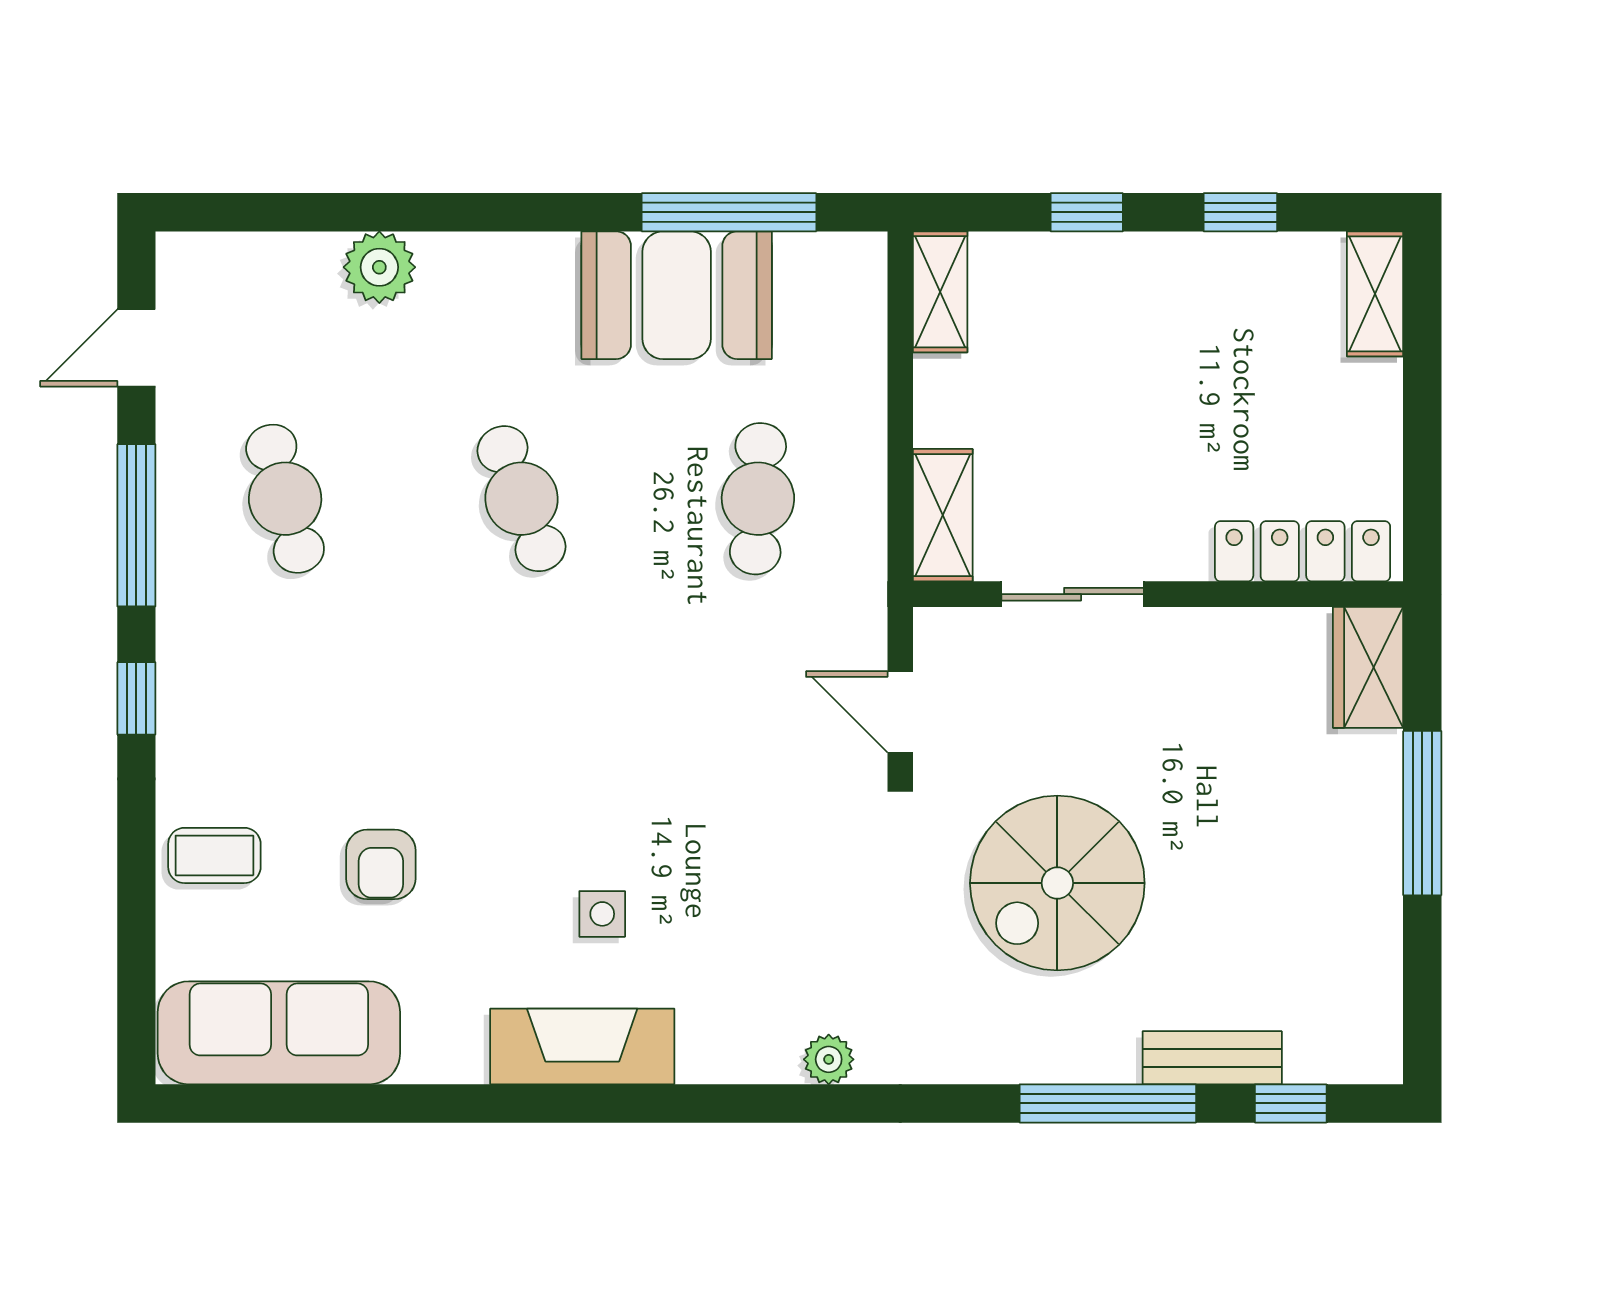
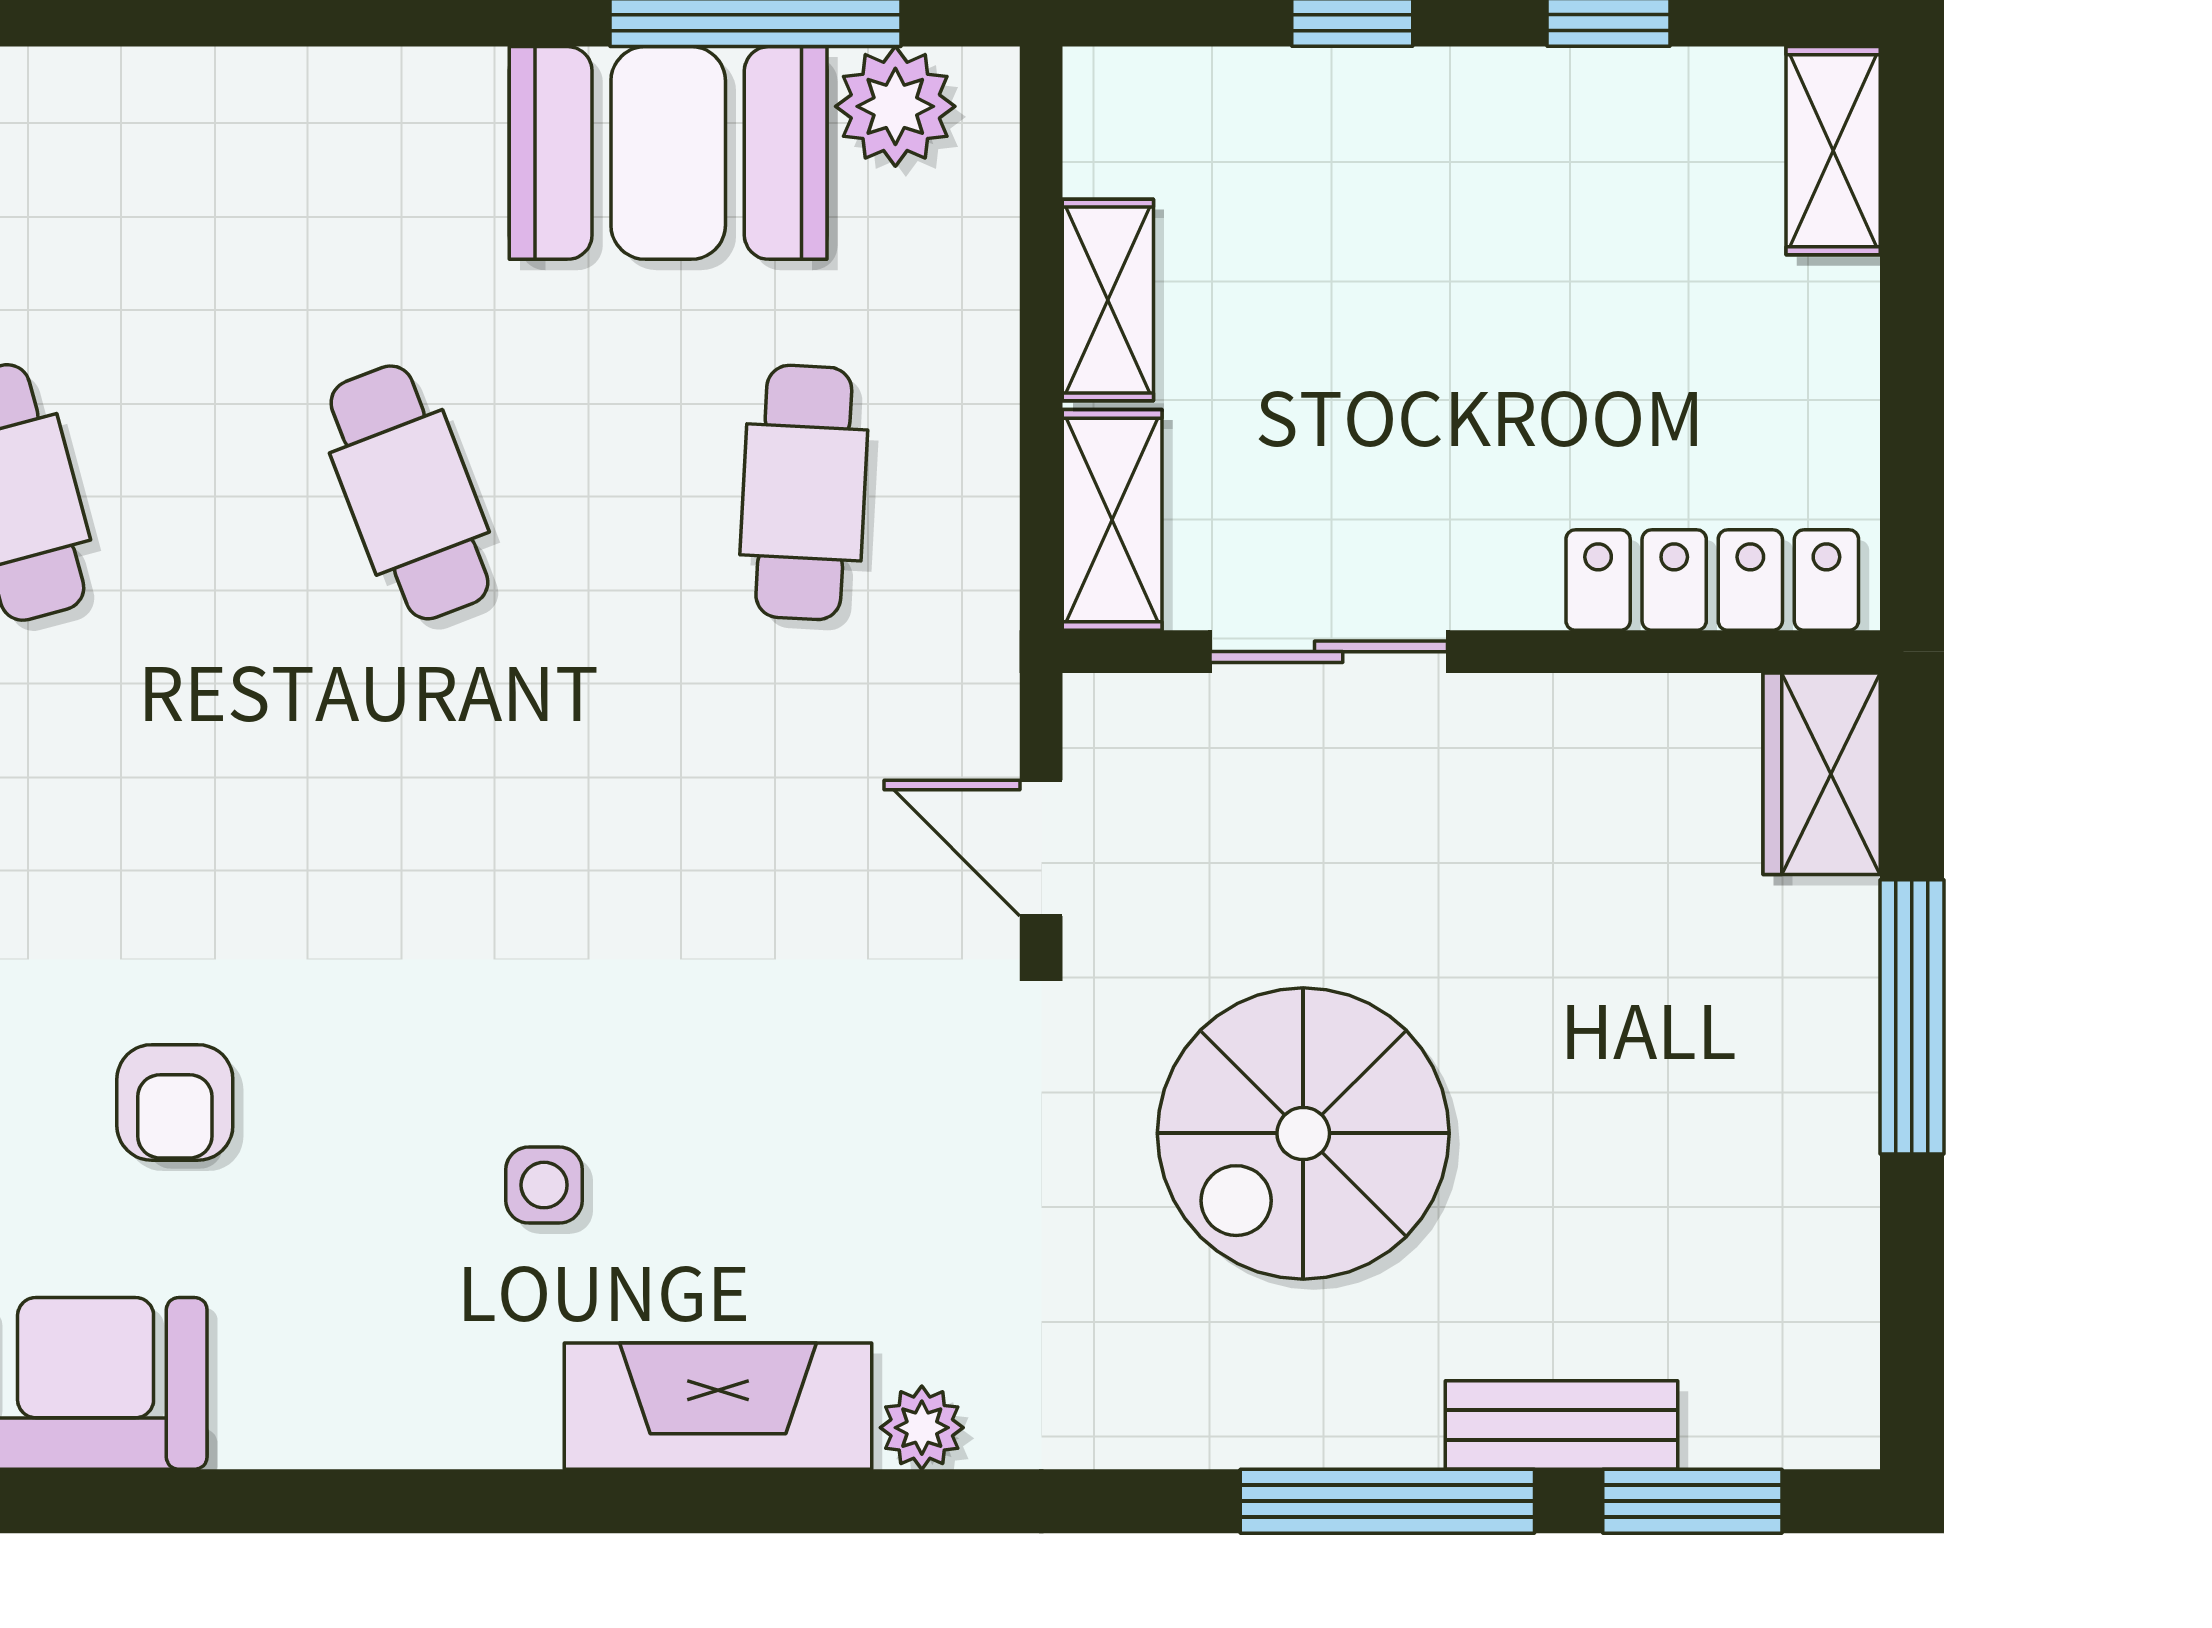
plant: (379, 267) -> (895, 106), moved
shelving: (940, 292) -> (1108, 300), moved
fireplace: (582, 1046) -> (718, 1406), moved
window: (1291, 1103) -> (1692, 1501), width x1.50

